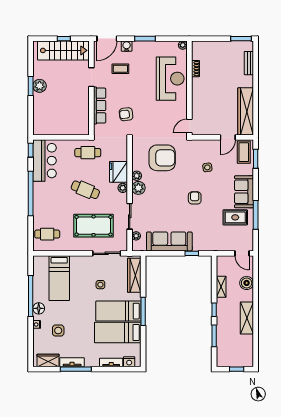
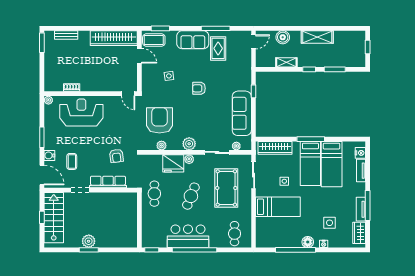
bar counter: (45, 161) -> (188, 236), moved
plant: (137, 176) -> (161, 145), moved
bed: (59, 278) -> (278, 207), moved

